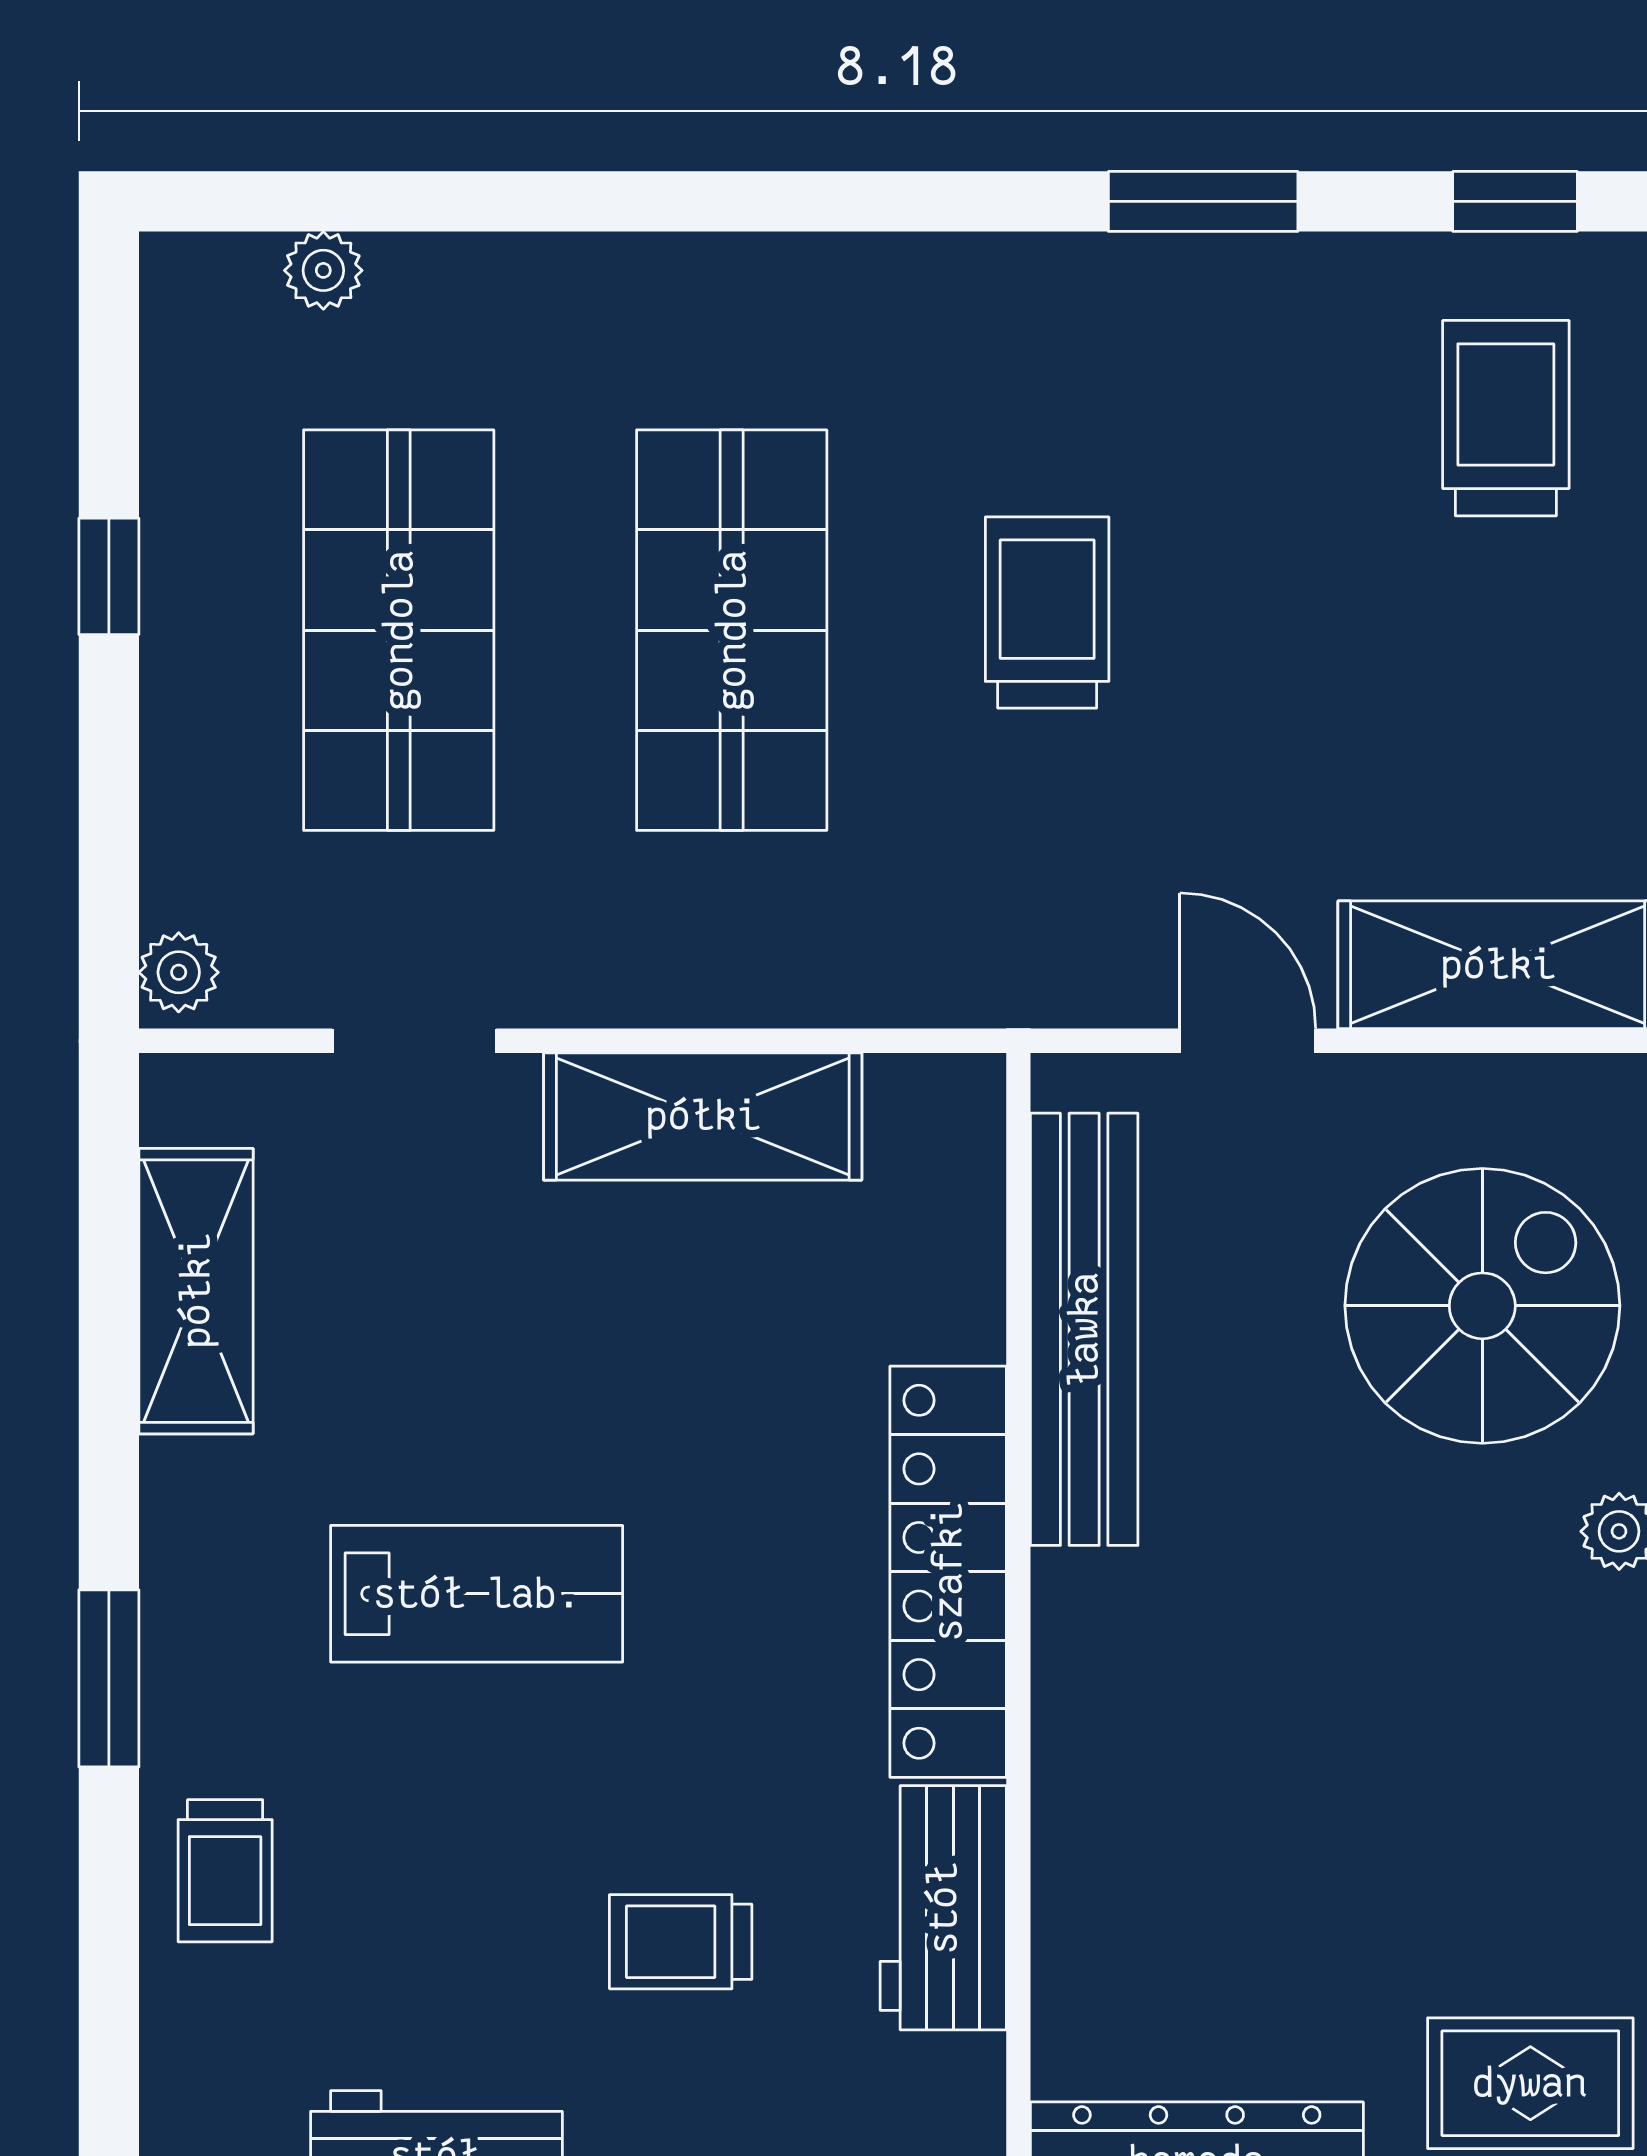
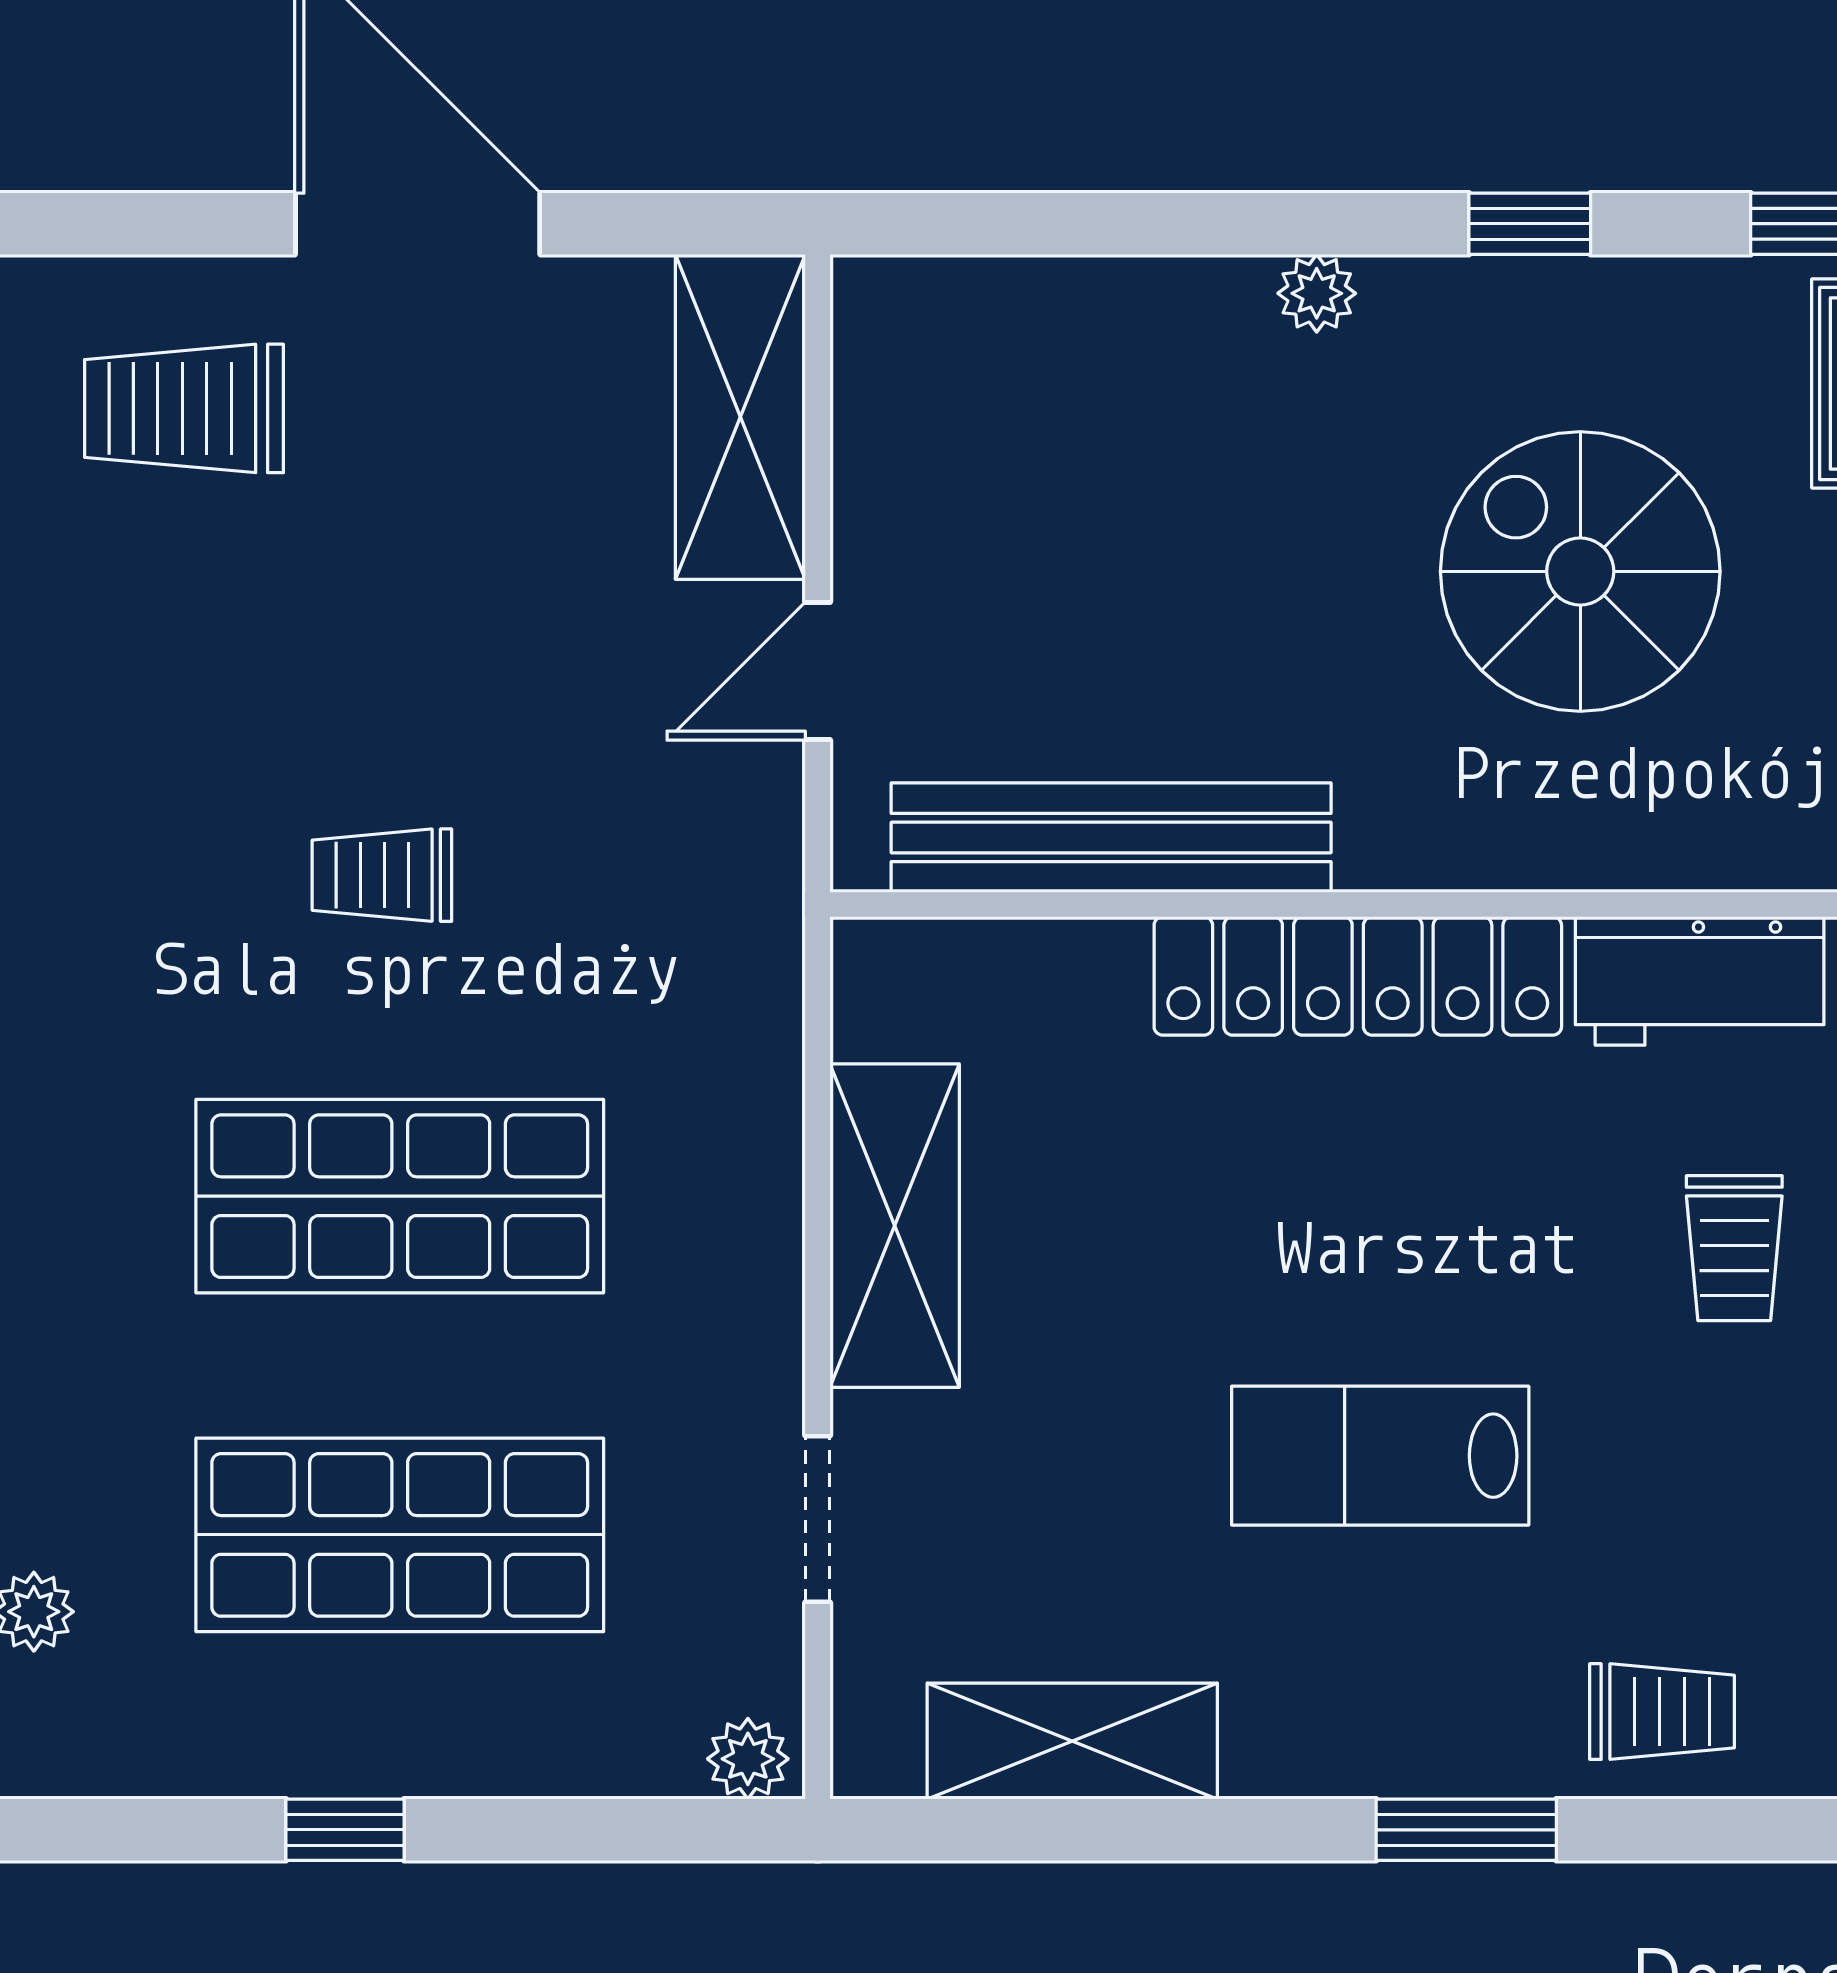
trolley: (1047, 613) -> (382, 875), width x0.73, depth x0.72
spiral stairs: (1482, 1306) -> (1580, 571), moved
lab bench: (477, 1594) -> (1380, 1456), turned -90

